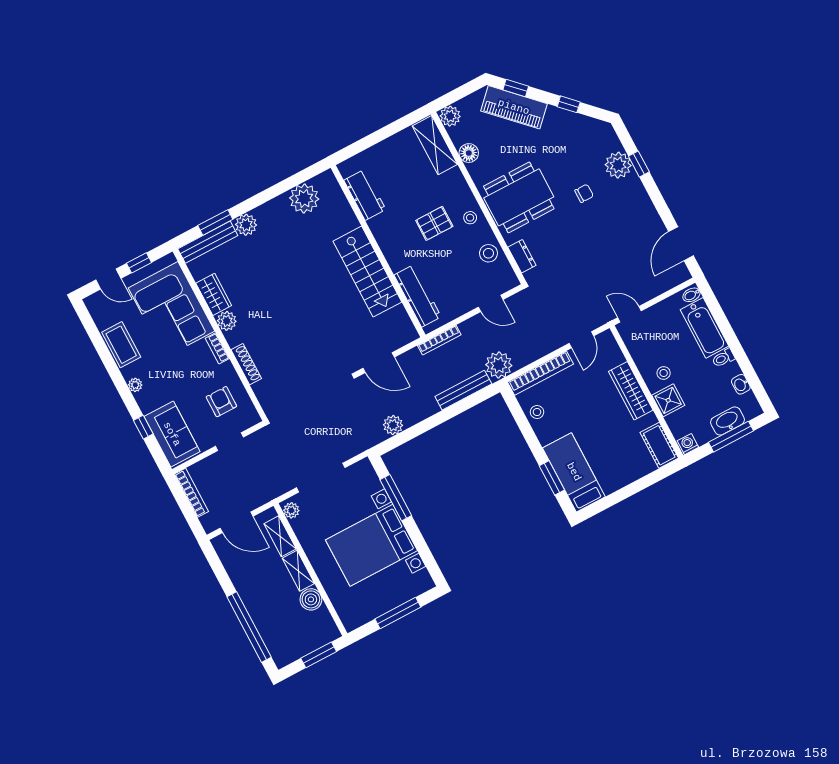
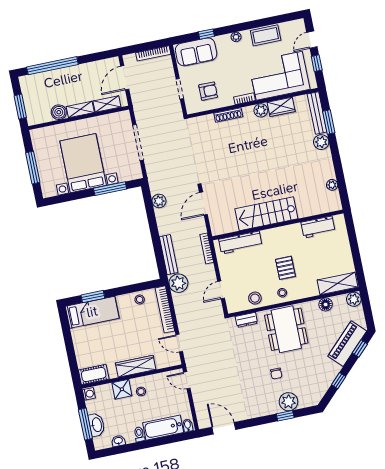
plant: (304, 199) -> (332, 185), width x0.53, depth x0.53
door: (630, 314) -> (187, 380), swing flipped
plant: (291, 510) -> (122, 117), removed

